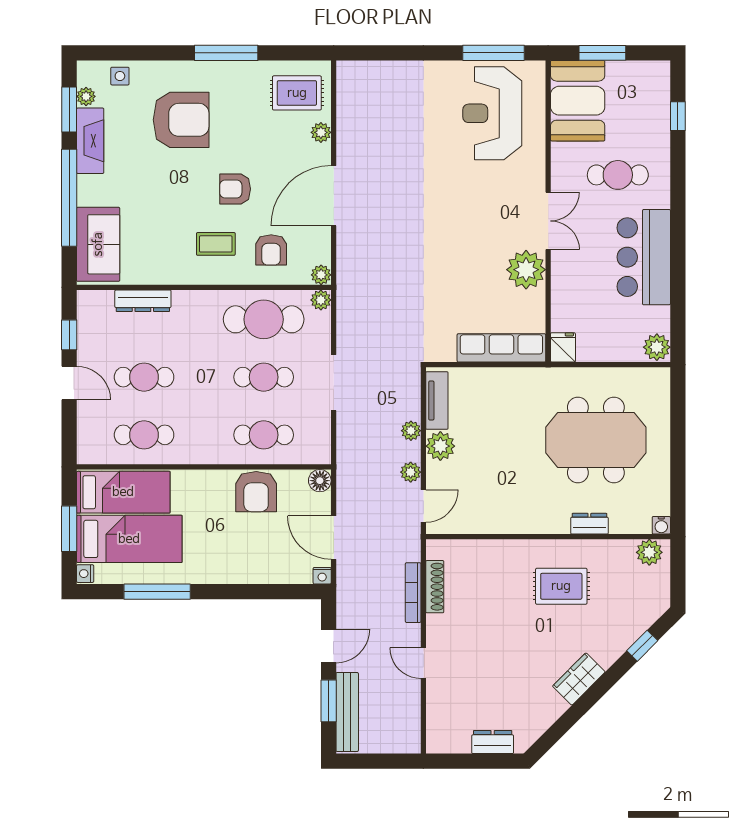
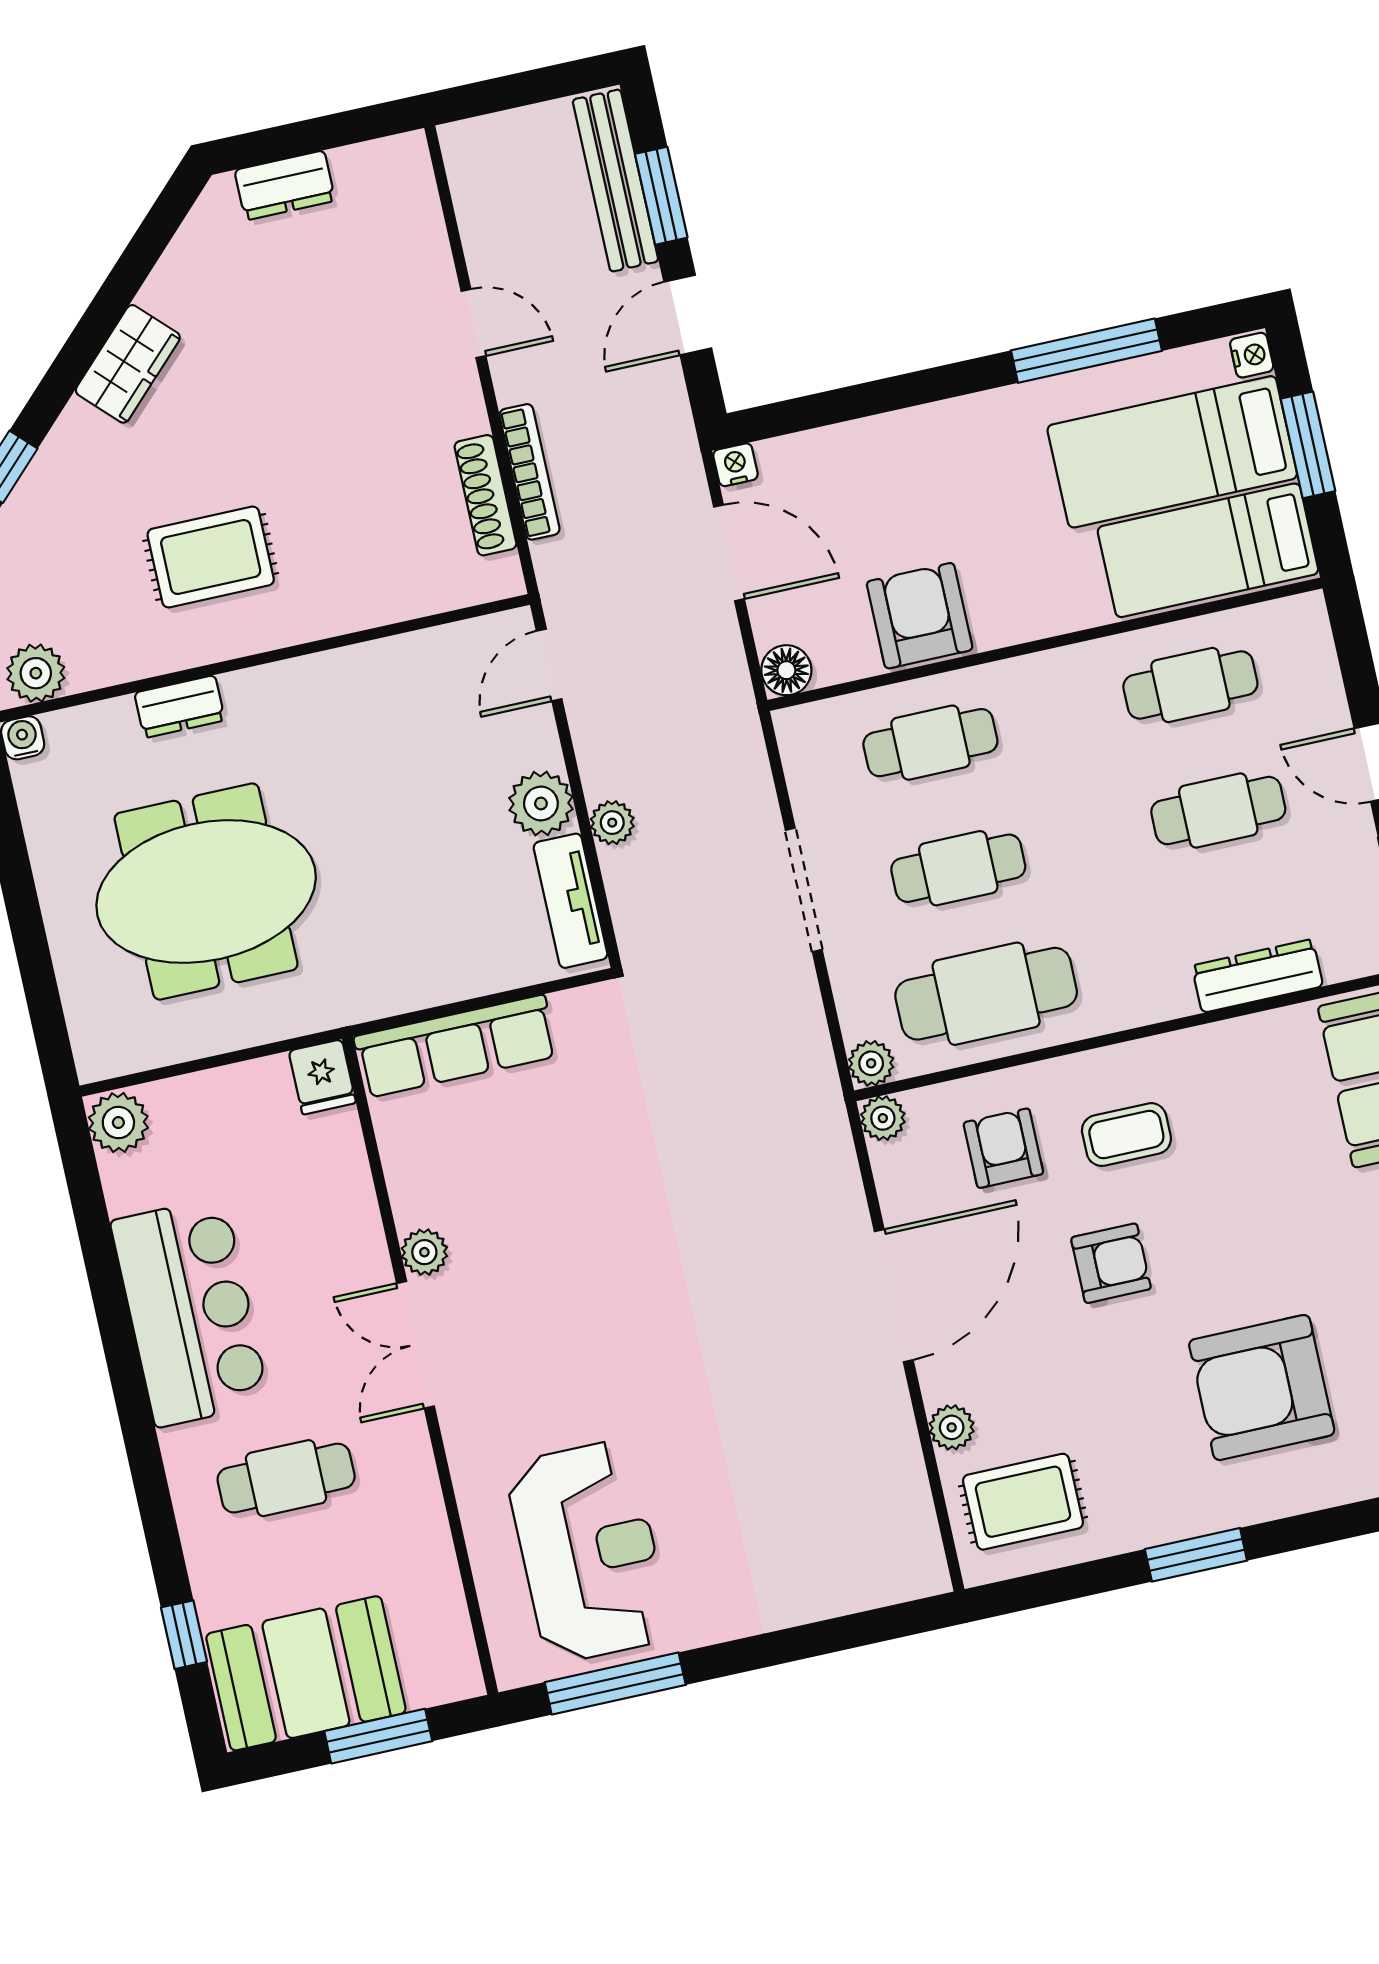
window: (226, 53) -> (1196, 1555), width x0.69
booth: (578, 101) -> (306, 1673), moved, turned 90
plant: (526, 270) -> (424, 1252), width x0.53, depth x0.53
plant: (411, 472) -> (593, 732), removed

